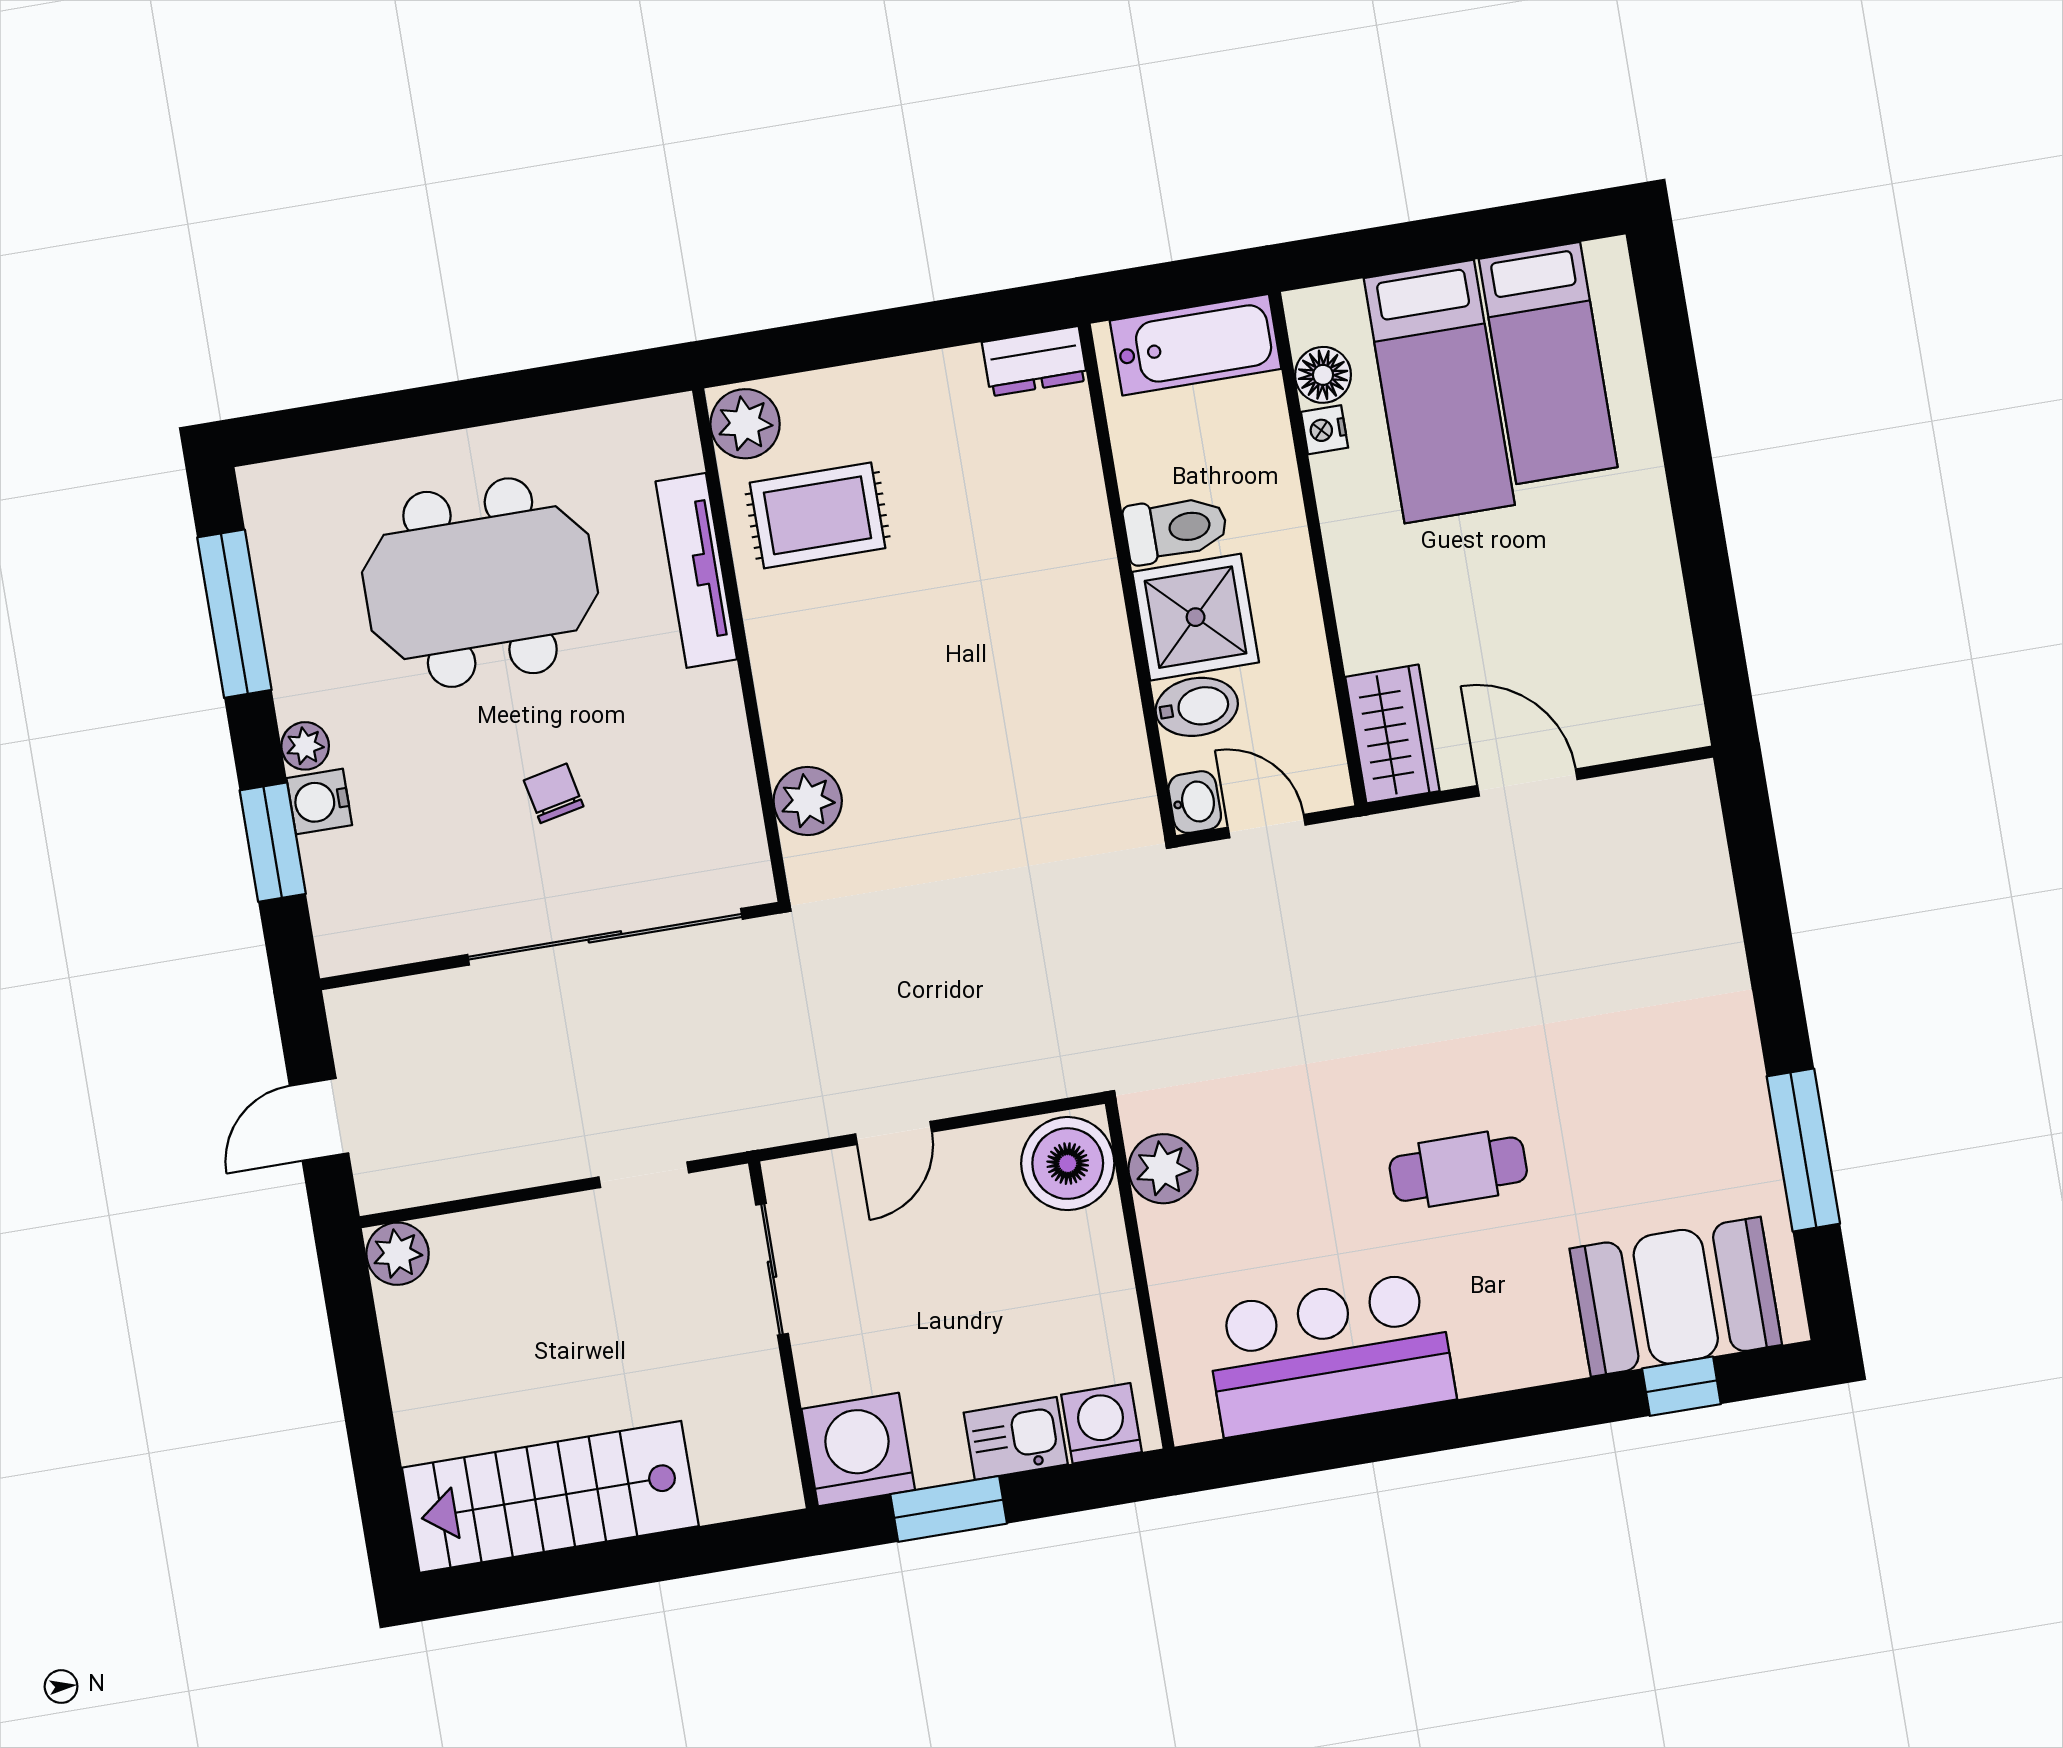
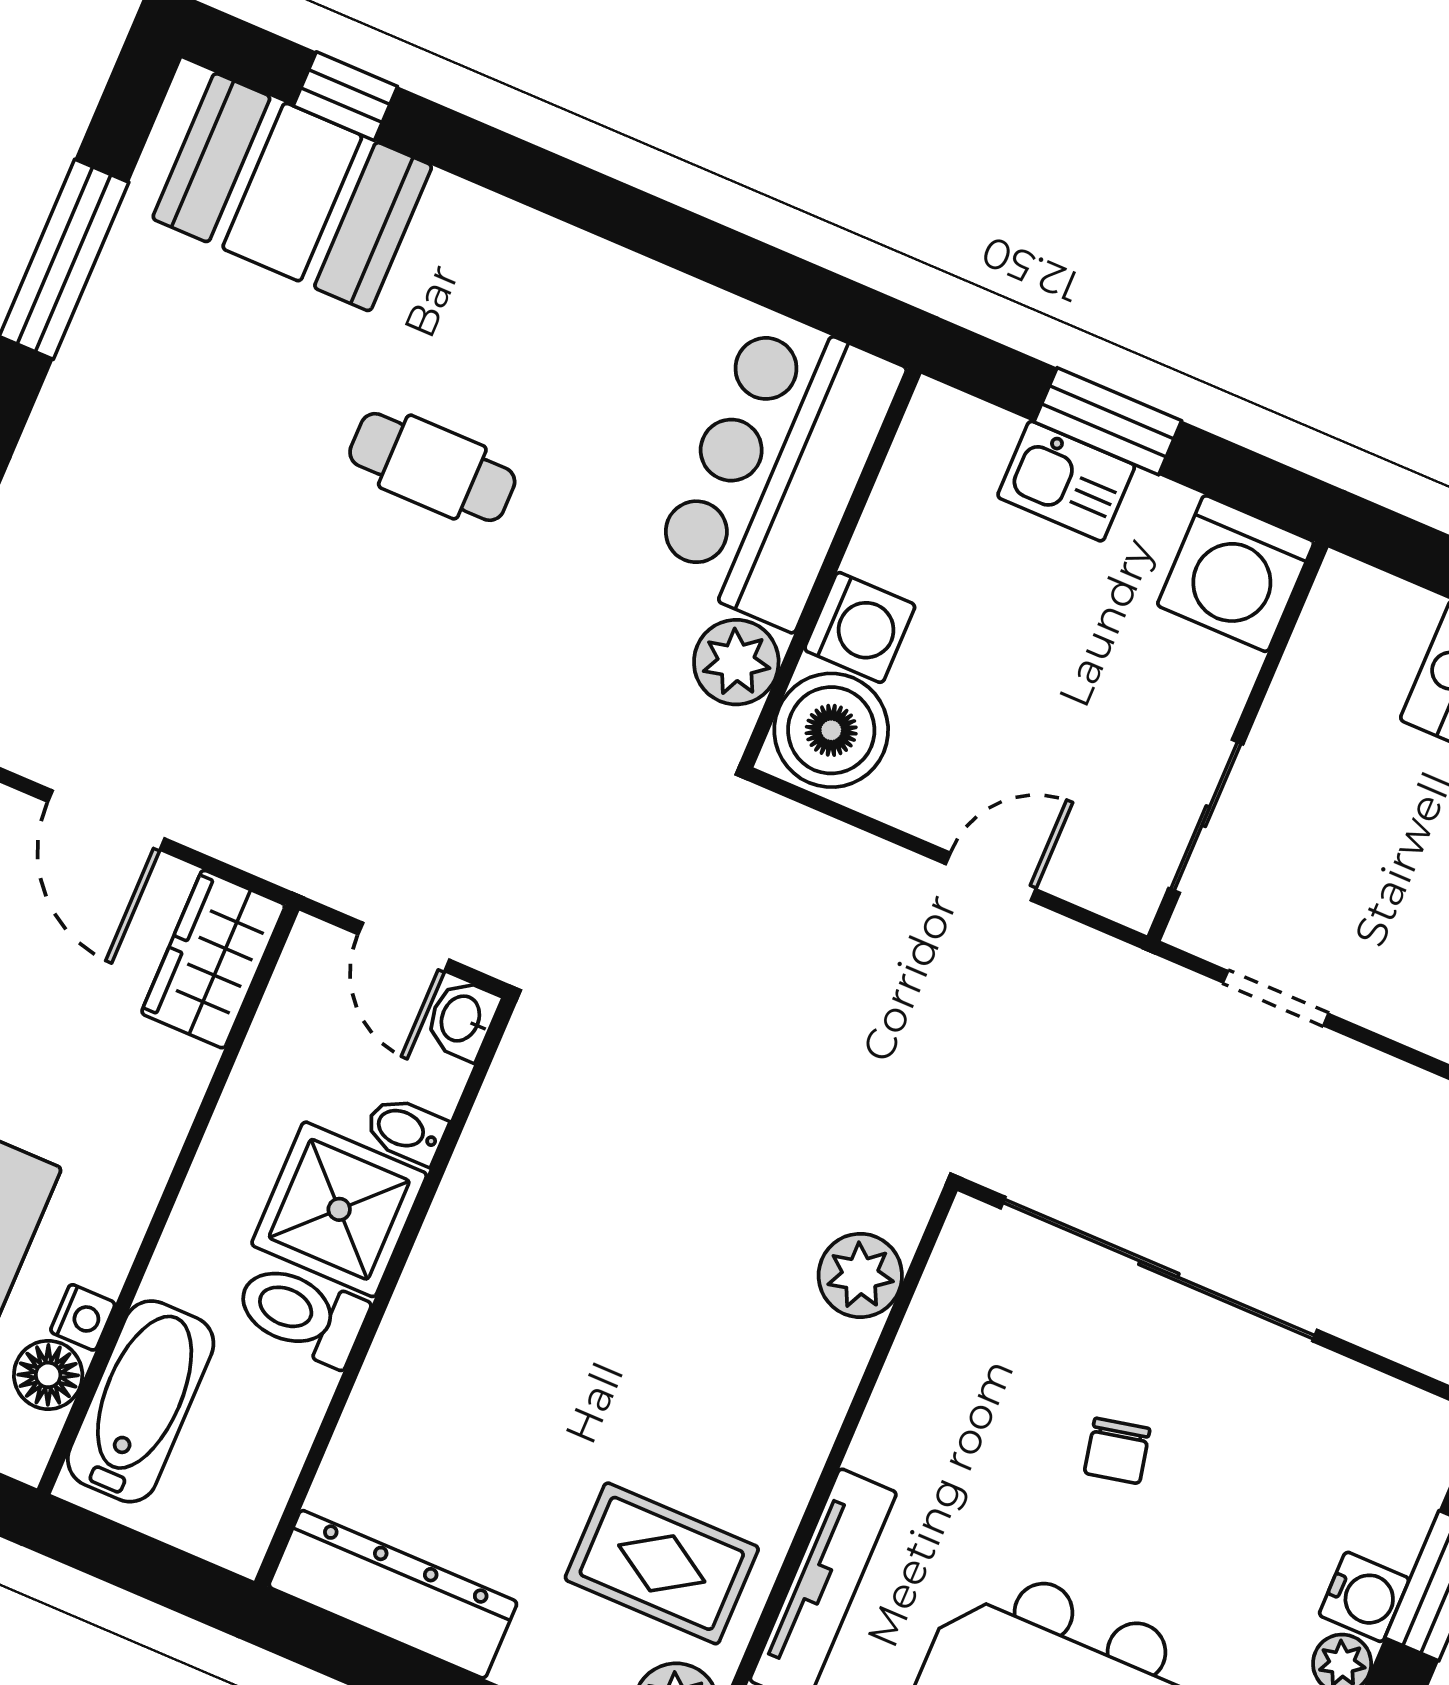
bathtub: (1196, 345) -> (141, 1401), moved, turned 90
dresser: (1035, 361) -> (393, 1594), width x1.96, depth x1.24
bidet: (1197, 707) -> (406, 1130), width x0.72, depth x0.74
bar counter: (1330, 1354) -> (777, 470), moved, turned 90
washing machine: (1101, 1423) -> (860, 627), moved, turned -90
window: (949, 1509) -> (1108, 421), moved

